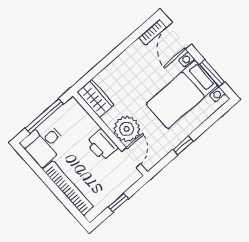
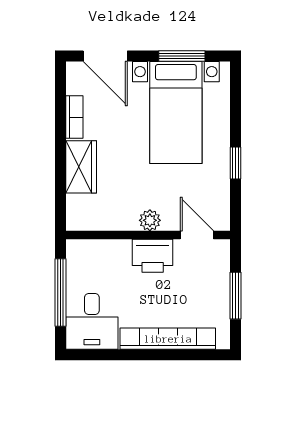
bookcase: (153, 32) -> (74, 117), moved
wardrobe: (95, 98) -> (81, 167), moved, turned 90
plant: (127, 129) -> (150, 220), width x0.53, depth x0.53
window: (118, 203) -> (235, 296), width x1.50

